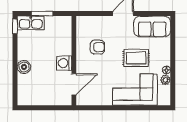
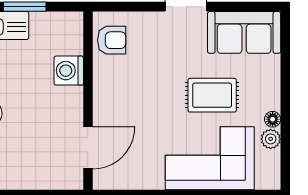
armchair: (97, 47) -> (112, 40), moved
washing machine: (64, 63) -> (69, 71), moved

